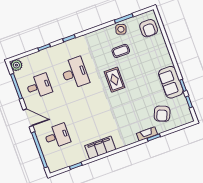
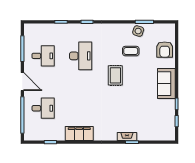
armchair: (149, 28) -> (165, 50), moved
plant: (16, 65) -> (29, 29), removed
sofa: (171, 82) -> (166, 84), moved
armchair: (162, 114) -> (148, 123), removed

